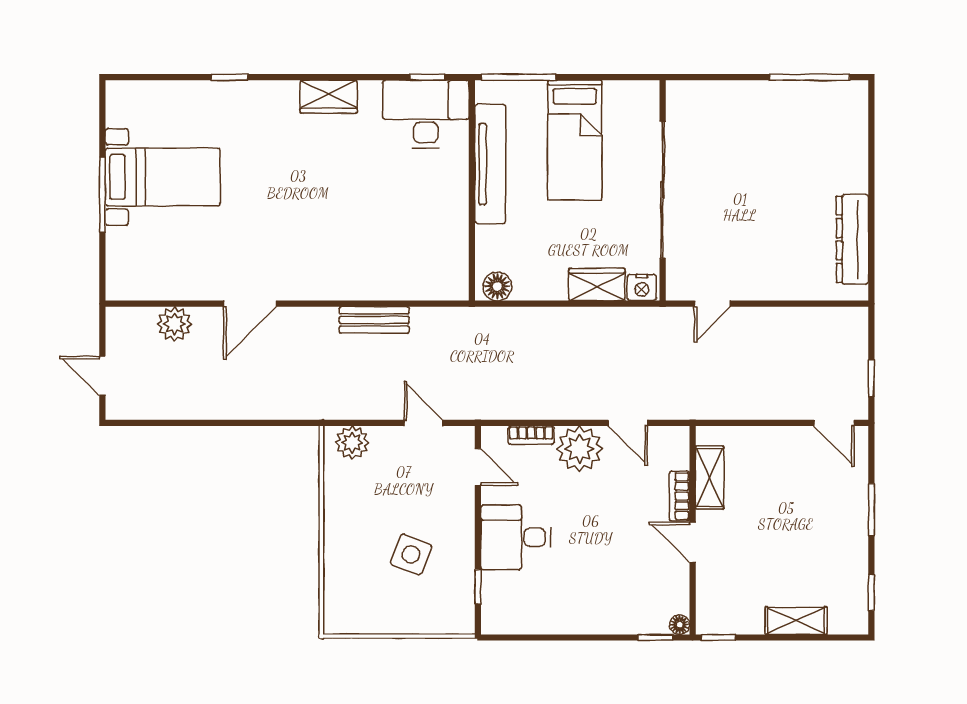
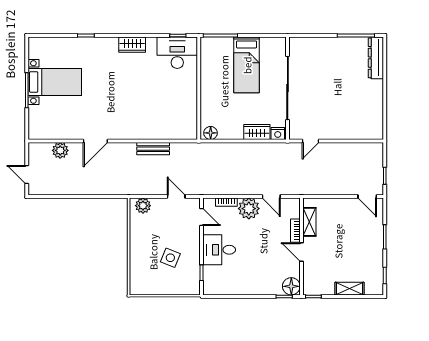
tv unit: (490, 164) -> (207, 76), removed
dresser: (852, 239) -> (376, 58), moved
floor lamp: (680, 625) -> (291, 286), width x1.89, depth x1.89

